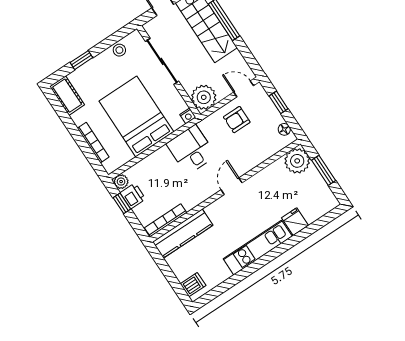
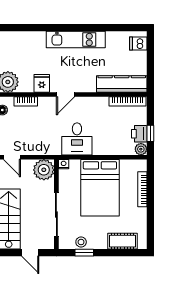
window: (81, 60) -> (84, 253), moved
cot: (67, 96) -> (122, 241), moved, turned 90
armchair: (237, 120) -> (31, 139), removed
bookcase: (267, 153) -> (26, 101), added
fridge: (295, 222) -> (42, 83), moved, turned 180

